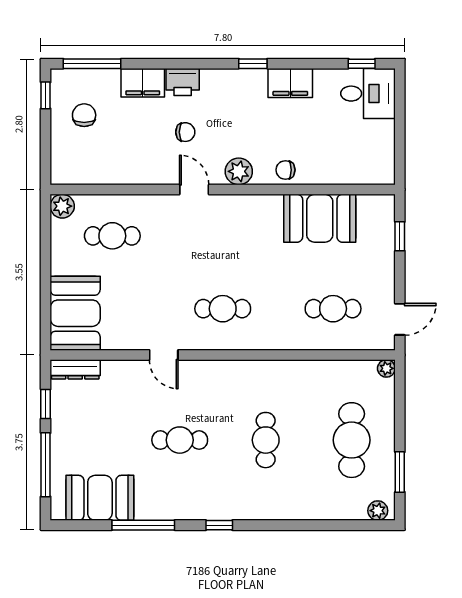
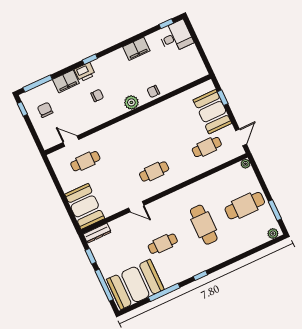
window: (253, 64) -> (90, 59), moved
door: (194, 190) -> (71, 141), moved
plant: (62, 206) -> (55, 158), removed
booth: (320, 218) -> (212, 112), moved, turned 90
cafe table: (266, 440) -> (204, 225), width x1.37, depth x1.35
cafe table: (352, 440) -> (245, 206), turned 90
booth: (100, 498) -> (135, 284), width x1.36, depth x1.42

